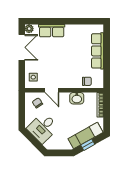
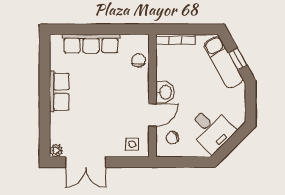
row of seats: (52, 31) -> (59, 92), moved
double door: (22, 47) -> (86, 162), swing flipped
washbasin: (77, 98) -> (165, 92), moved

